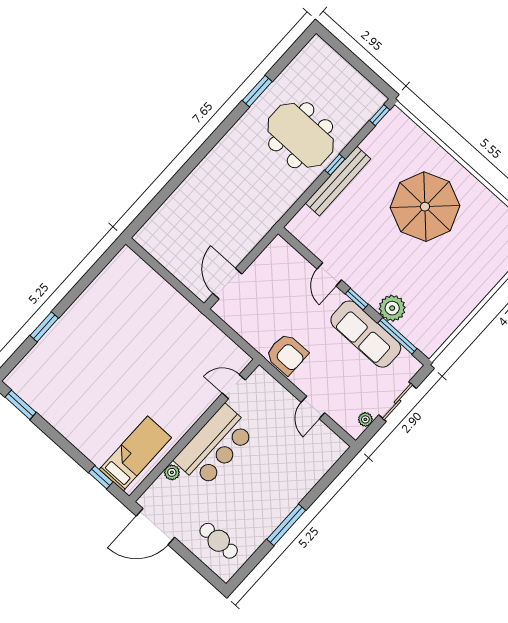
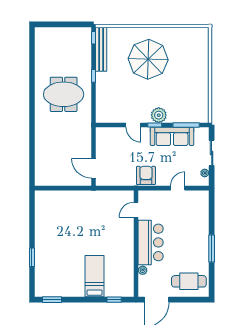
window: (257, 91) -> (32, 75), removed
meeting table: (301, 135) -> (64, 94), moved
bench: (338, 181) -> (101, 49), moved
plant: (392, 308) -> (159, 115), moved
armchair: (287, 354) -> (146, 175), turned -90
door: (313, 407) -> (178, 188), swing flipped
bed: (135, 453) -> (95, 276), moved
cafe table: (219, 541) -> (189, 281), width x1.37, depth x1.35

